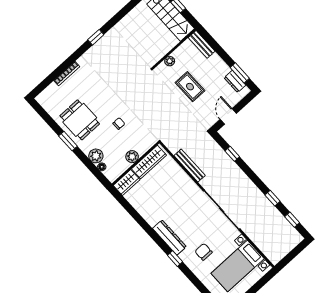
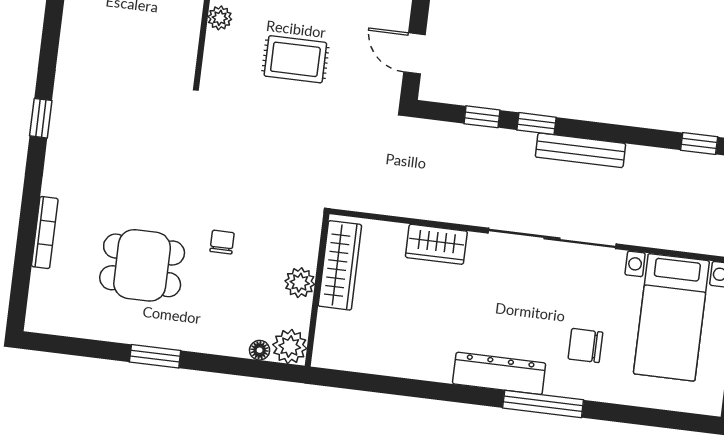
plant: (170, 61) -> (220, 18), moved
dining table: (80, 120) -> (142, 265), moved
plant: (96, 156) -> (290, 346), moved
bench: (190, 165) -> (581, 150), moved
wardrobe: (127, 182) -> (436, 244), moved, turned 90
window: (272, 198) -> (537, 124), moved
window: (175, 259) -> (543, 404), width x2.17

